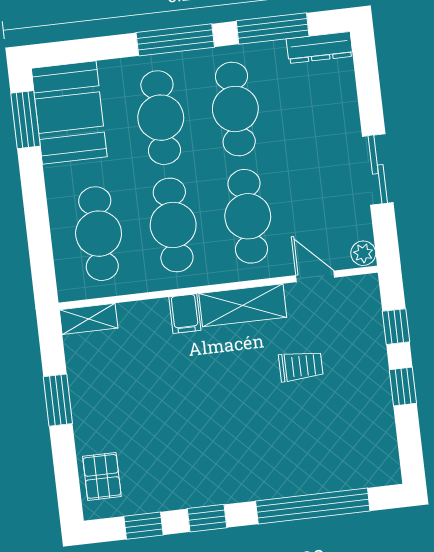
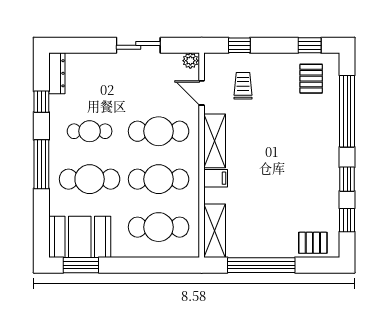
window: (273, 29) -> (41, 102), width x0.46
cafe table: (235, 109) -> (90, 131), width x0.73, depth x0.74
door: (315, 276) -> (202, 93), hinge flipped
shelving: (89, 319) -> (215, 231), width x1.50, depth x1.33
trolley: (301, 366) -> (243, 86), moved
window: (403, 387) -> (310, 45), moved
window: (58, 400) -> (261, 265), width x2.11
pallet: (357, 444) -> (311, 79), added

